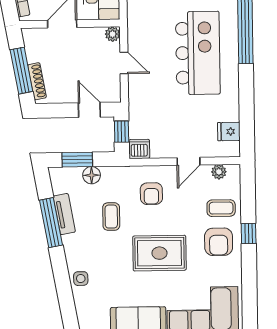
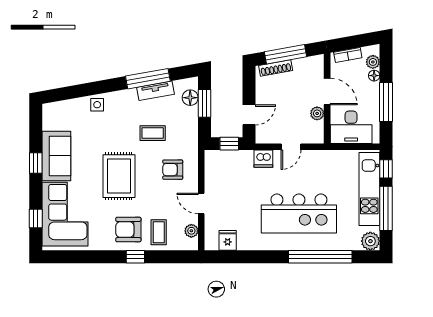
plant: (113, 34) -> (317, 113), moved
dishwasher: (139, 149) -> (263, 159), moved, turned 90
floor lamp: (92, 175) -> (190, 98), moved

